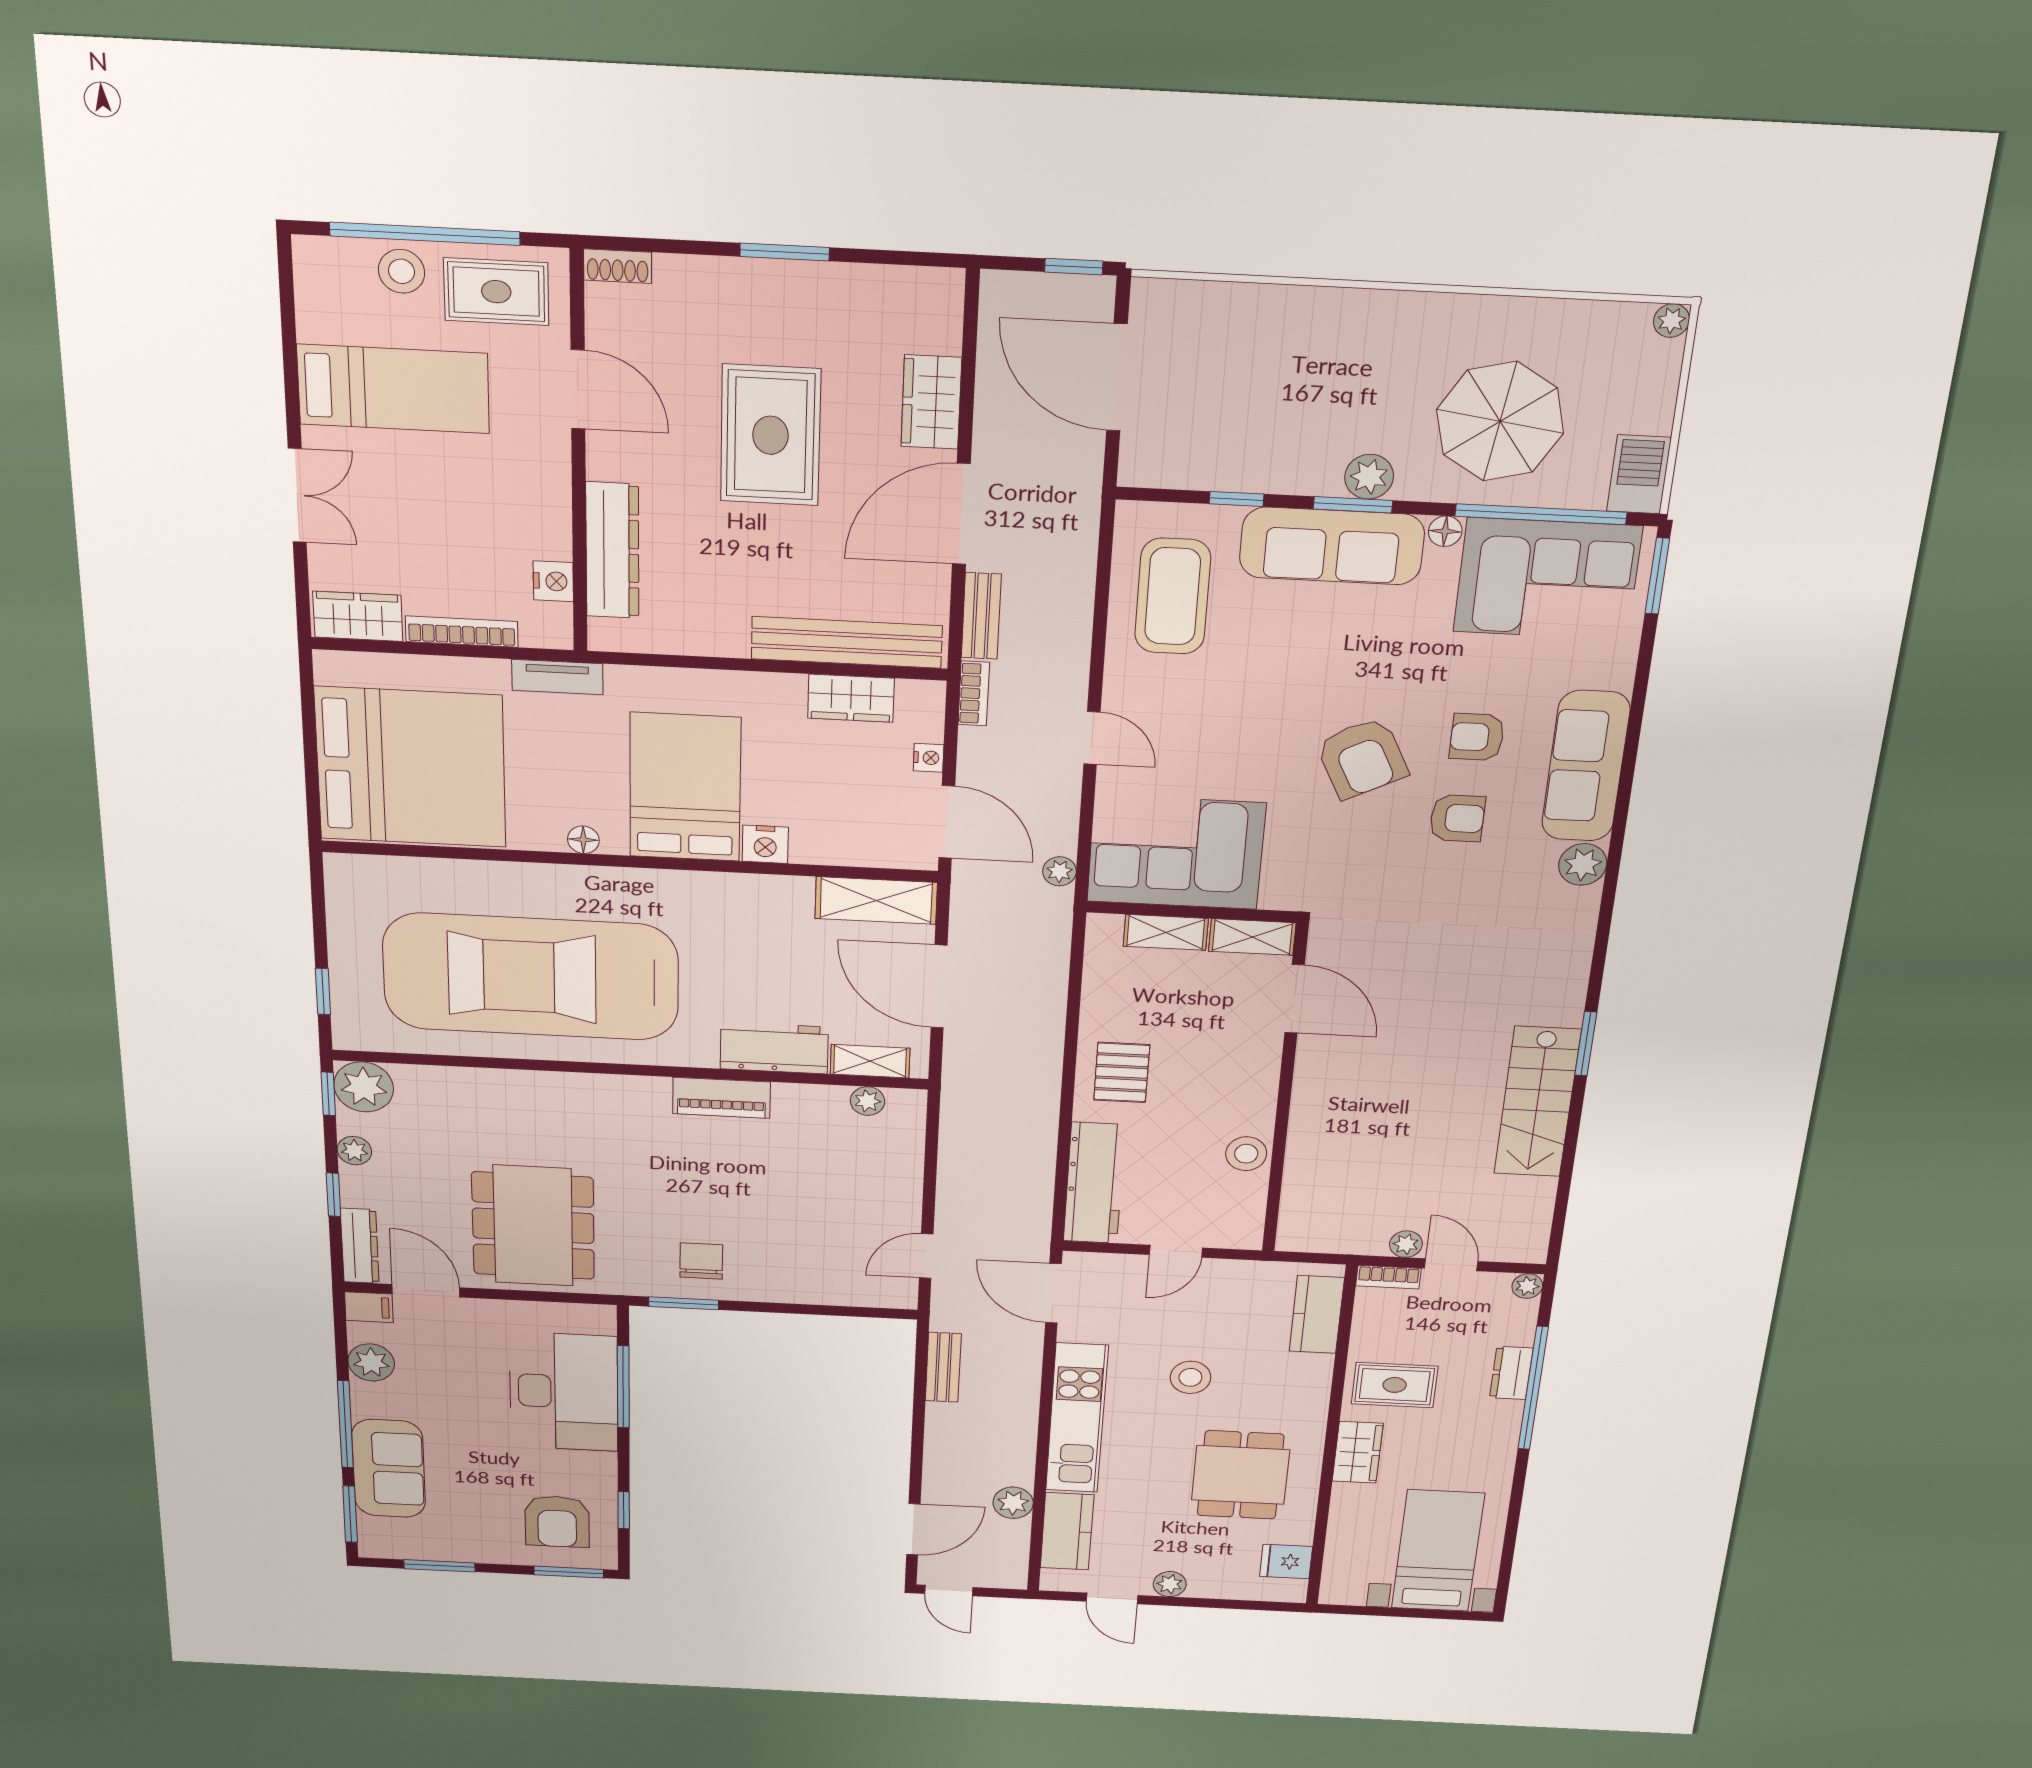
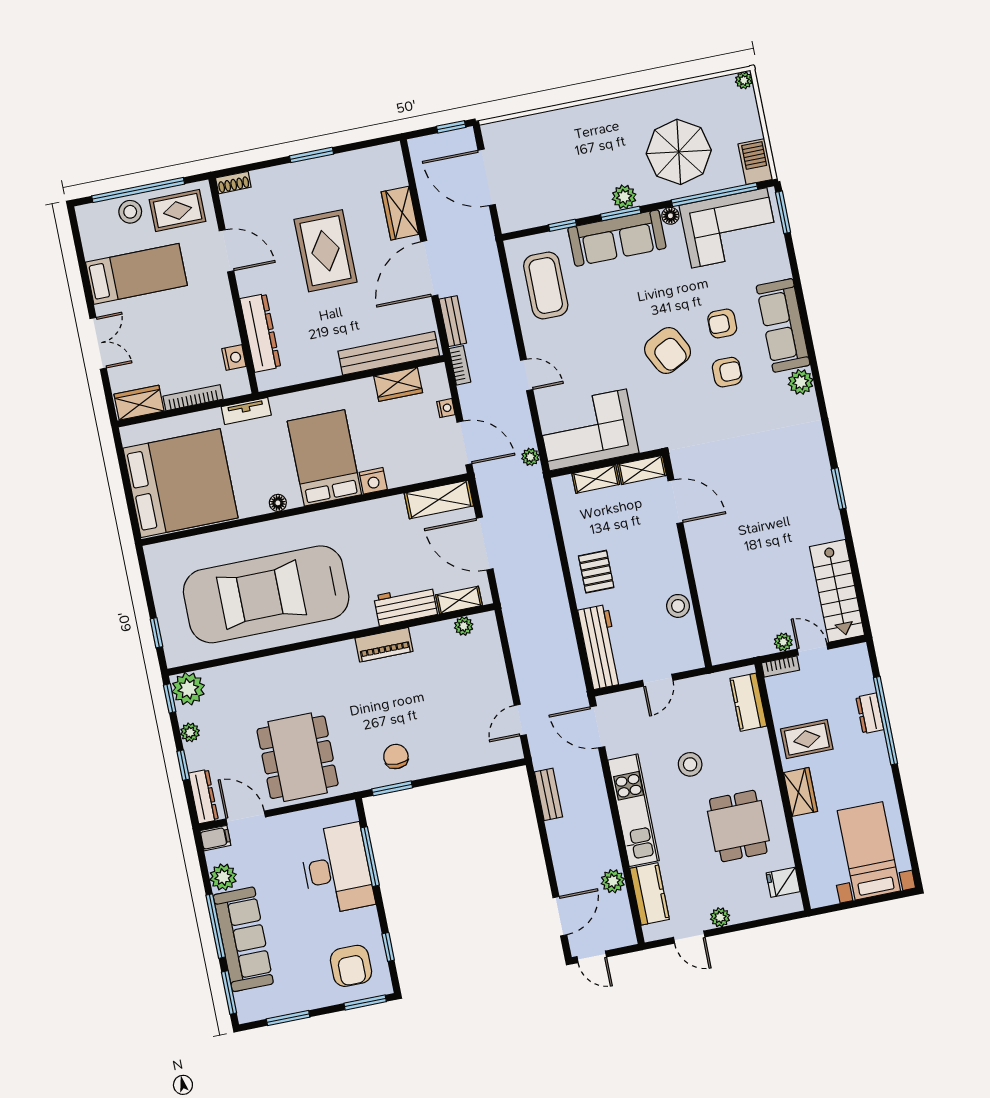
stairs: (1537, 1102) -> (837, 591), moved
plant: (1527, 1286) -> (859, 652), removed
sofa: (389, 1469) -> (243, 939), width x1.36

